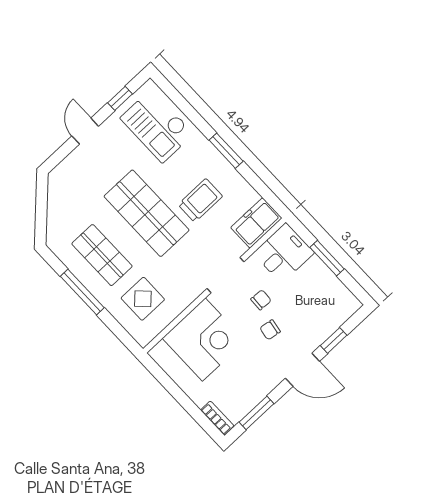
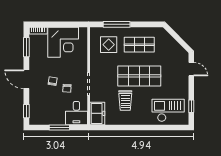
door: (85, 131) -> (191, 69), moved
window: (226, 151) -> (135, 127), removed
window: (82, 292) -> (117, 24), moved
corner desk: (204, 340) -> (63, 42), moved, turned -90
window: (334, 340) -> (26, 111), moved
door: (302, 370) -> (26, 79), hinge flipped

